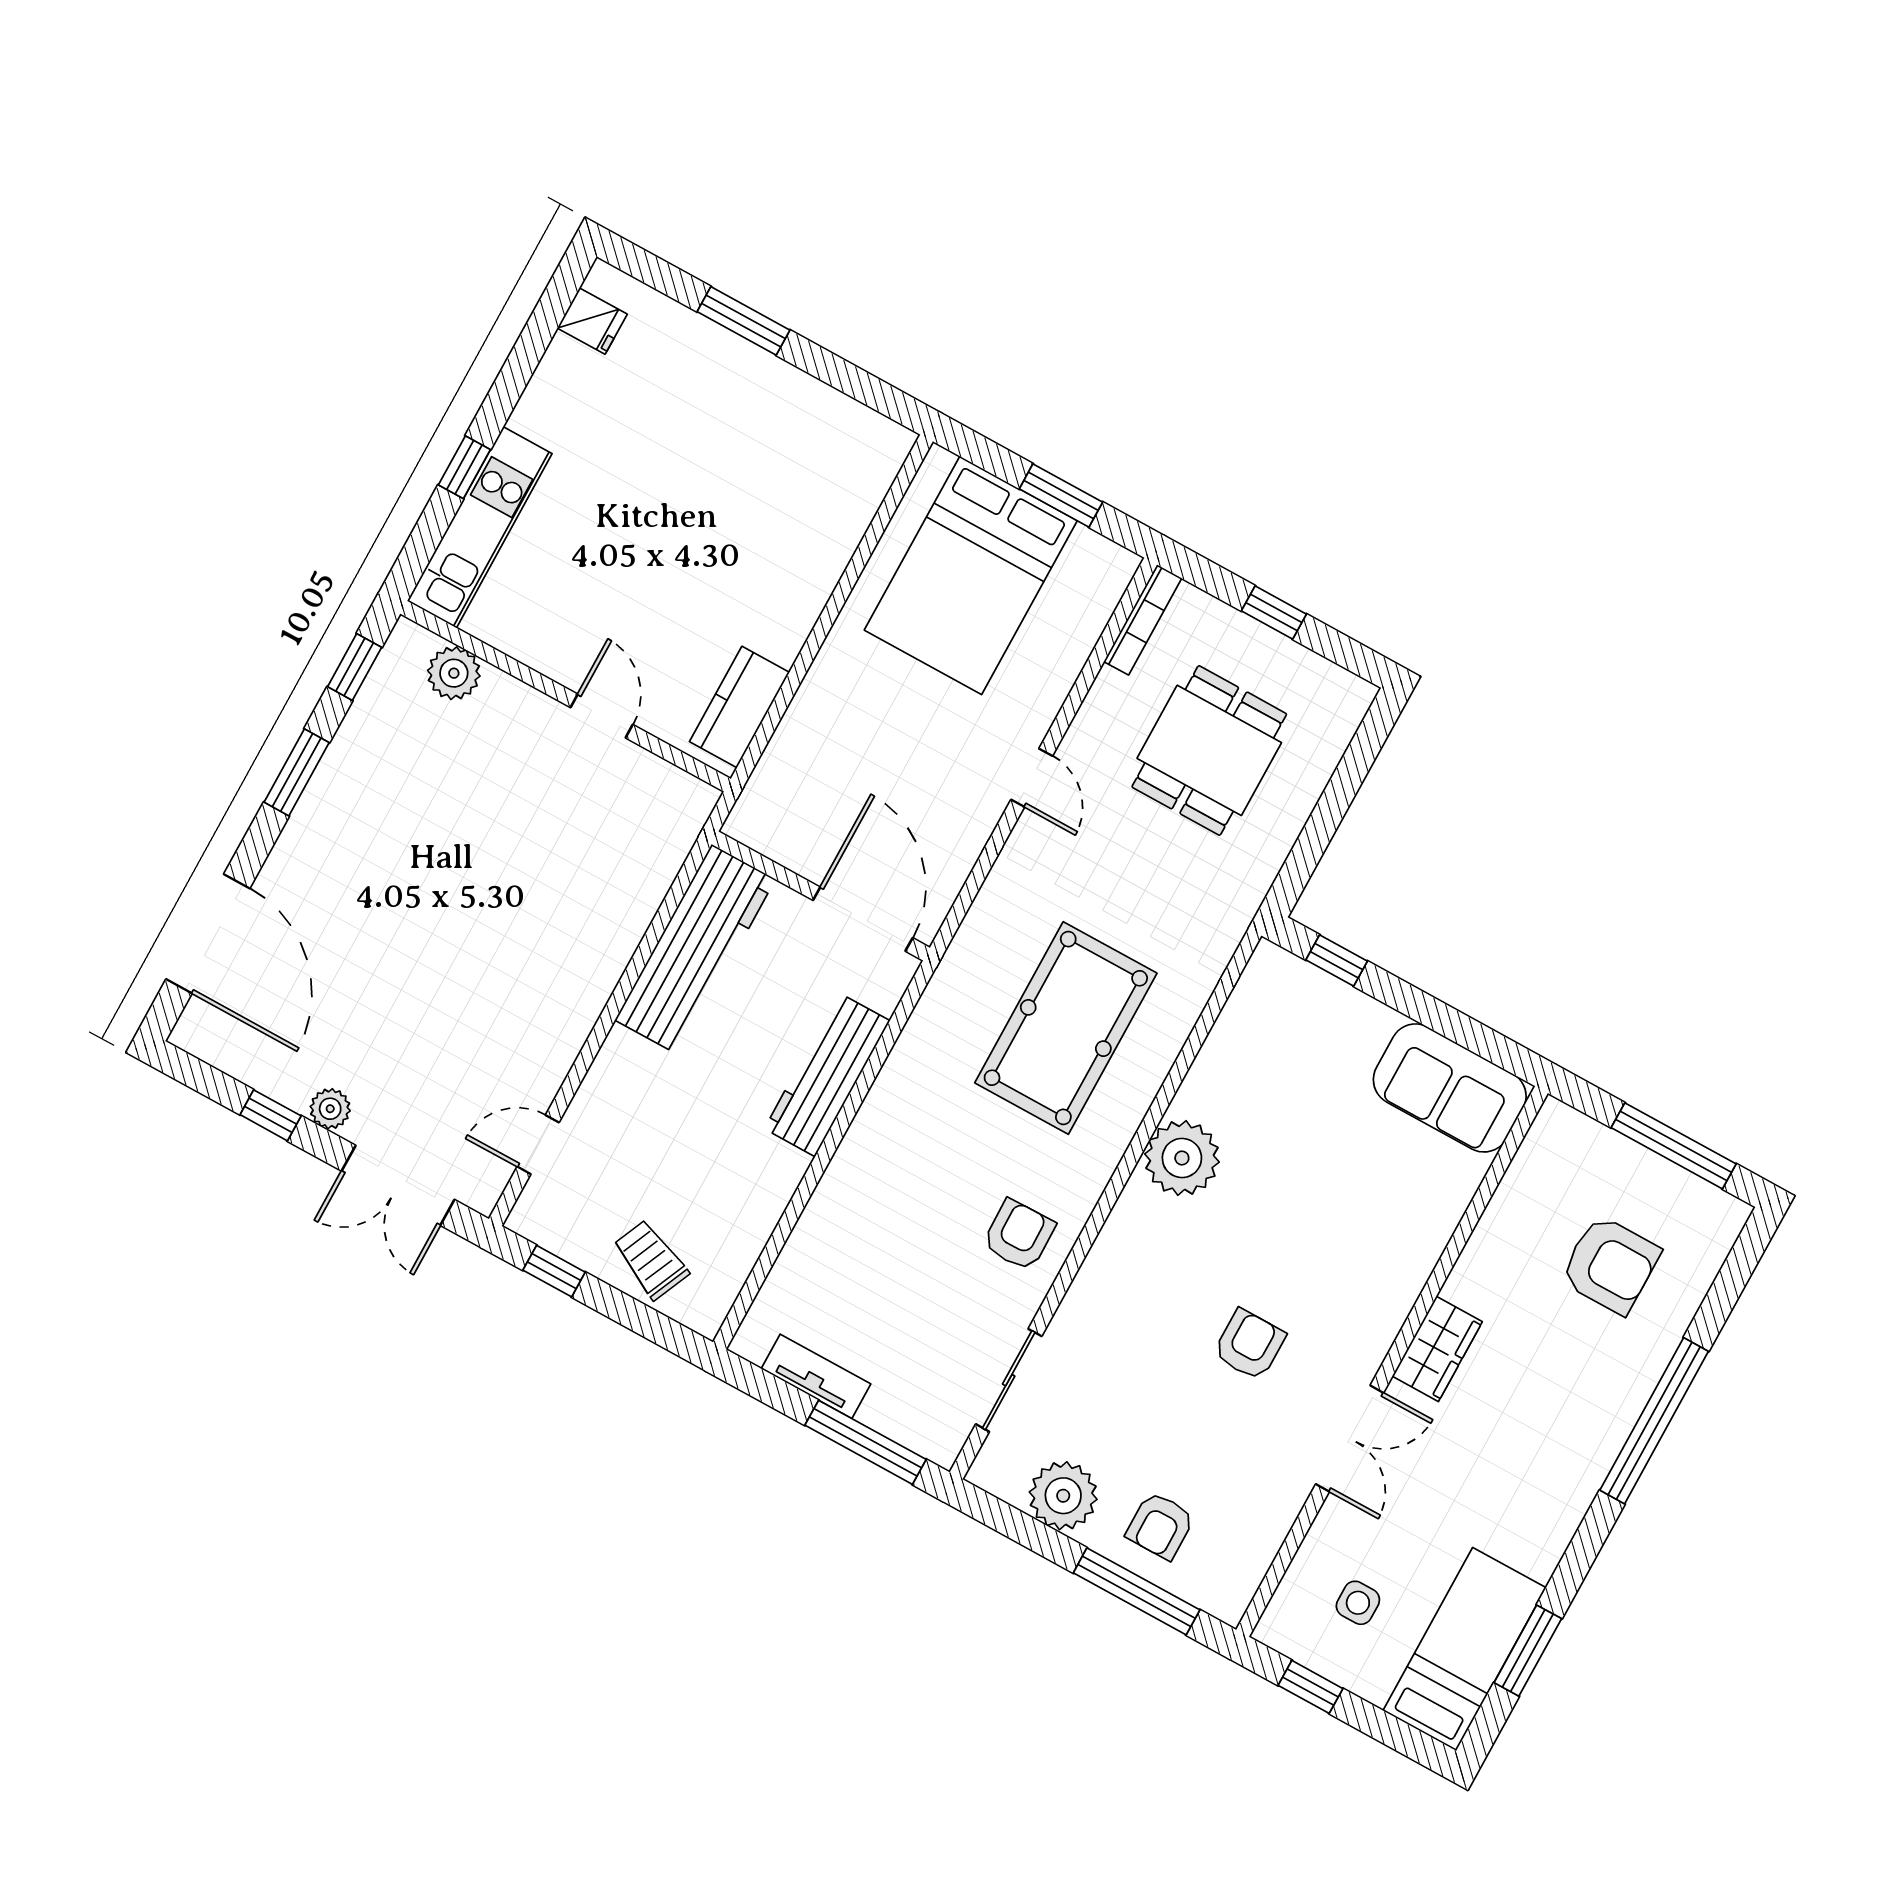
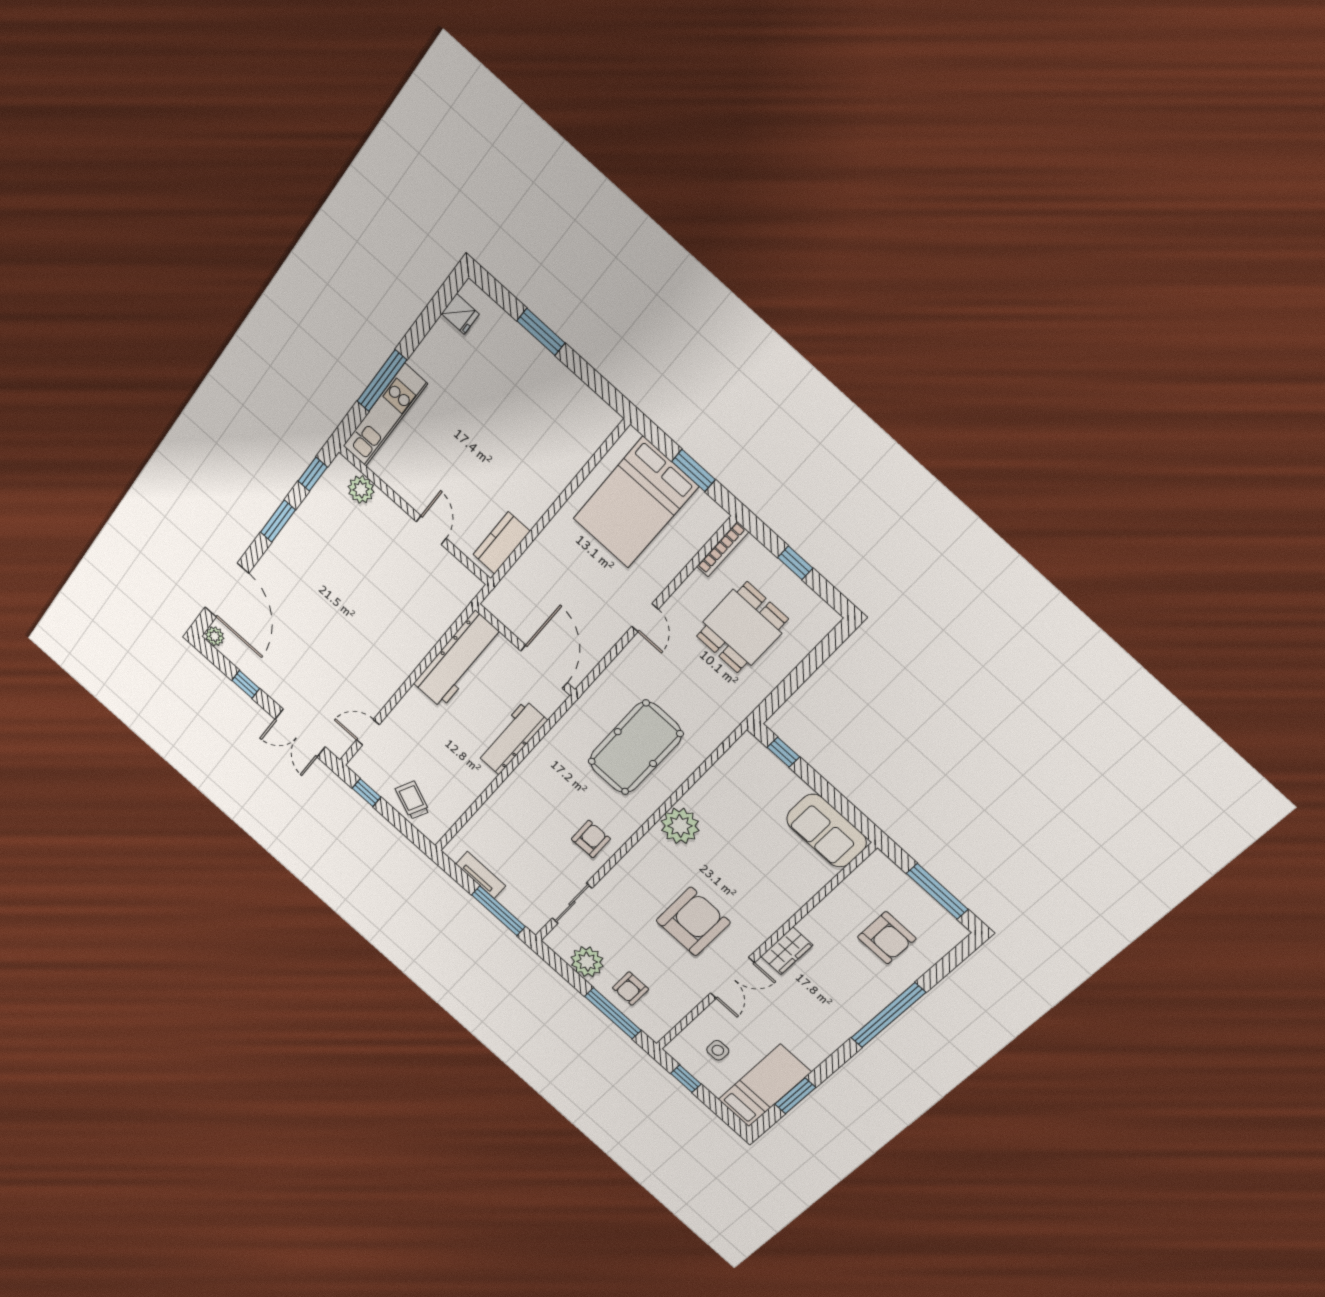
window: (464, 467) -> (382, 381), width x2.17
plant: (330, 1109) -> (215, 636), moved
armchair: (1249, 1345) -> (693, 922), width x1.88, depth x1.88

